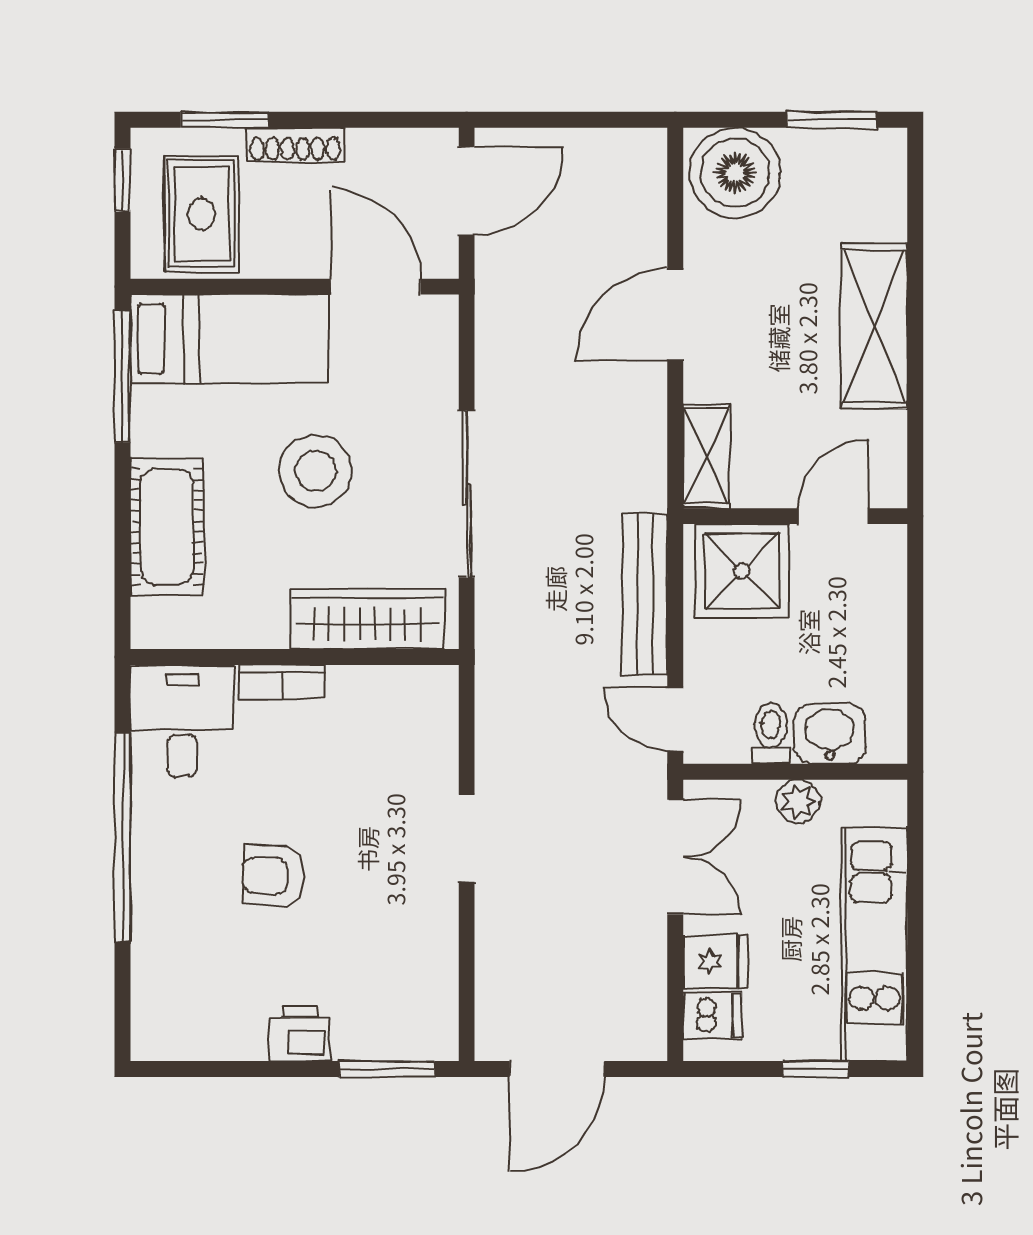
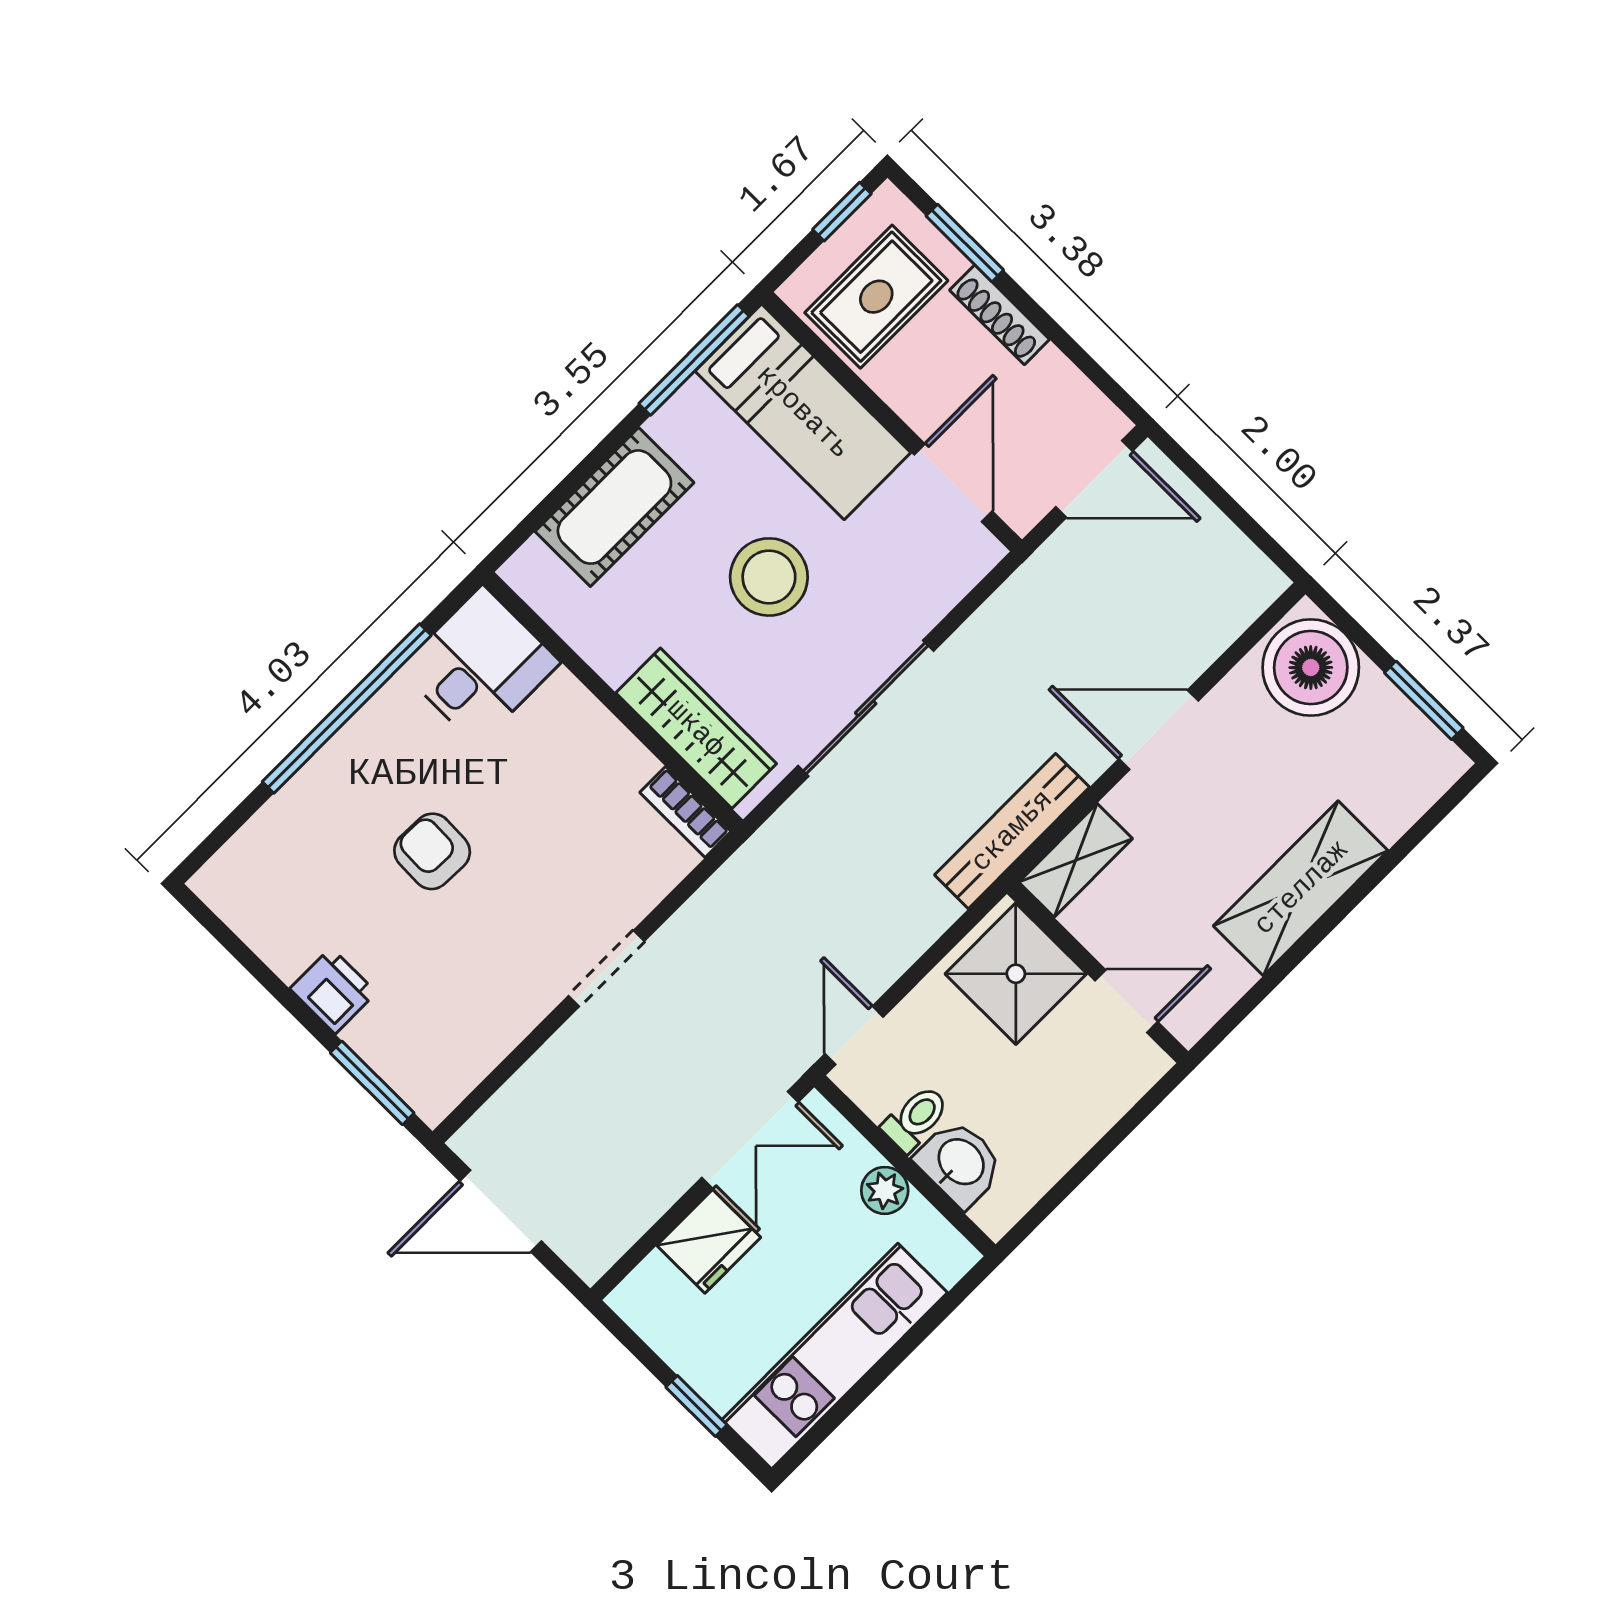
bench: (645, 595) -> (1012, 831), moved
bookcase: (282, 682) -> (685, 812), moved
fridge: (715, 962) -> (709, 1241), width x1.38
dishwasher: (712, 1016) -> (659, 1288), removed

